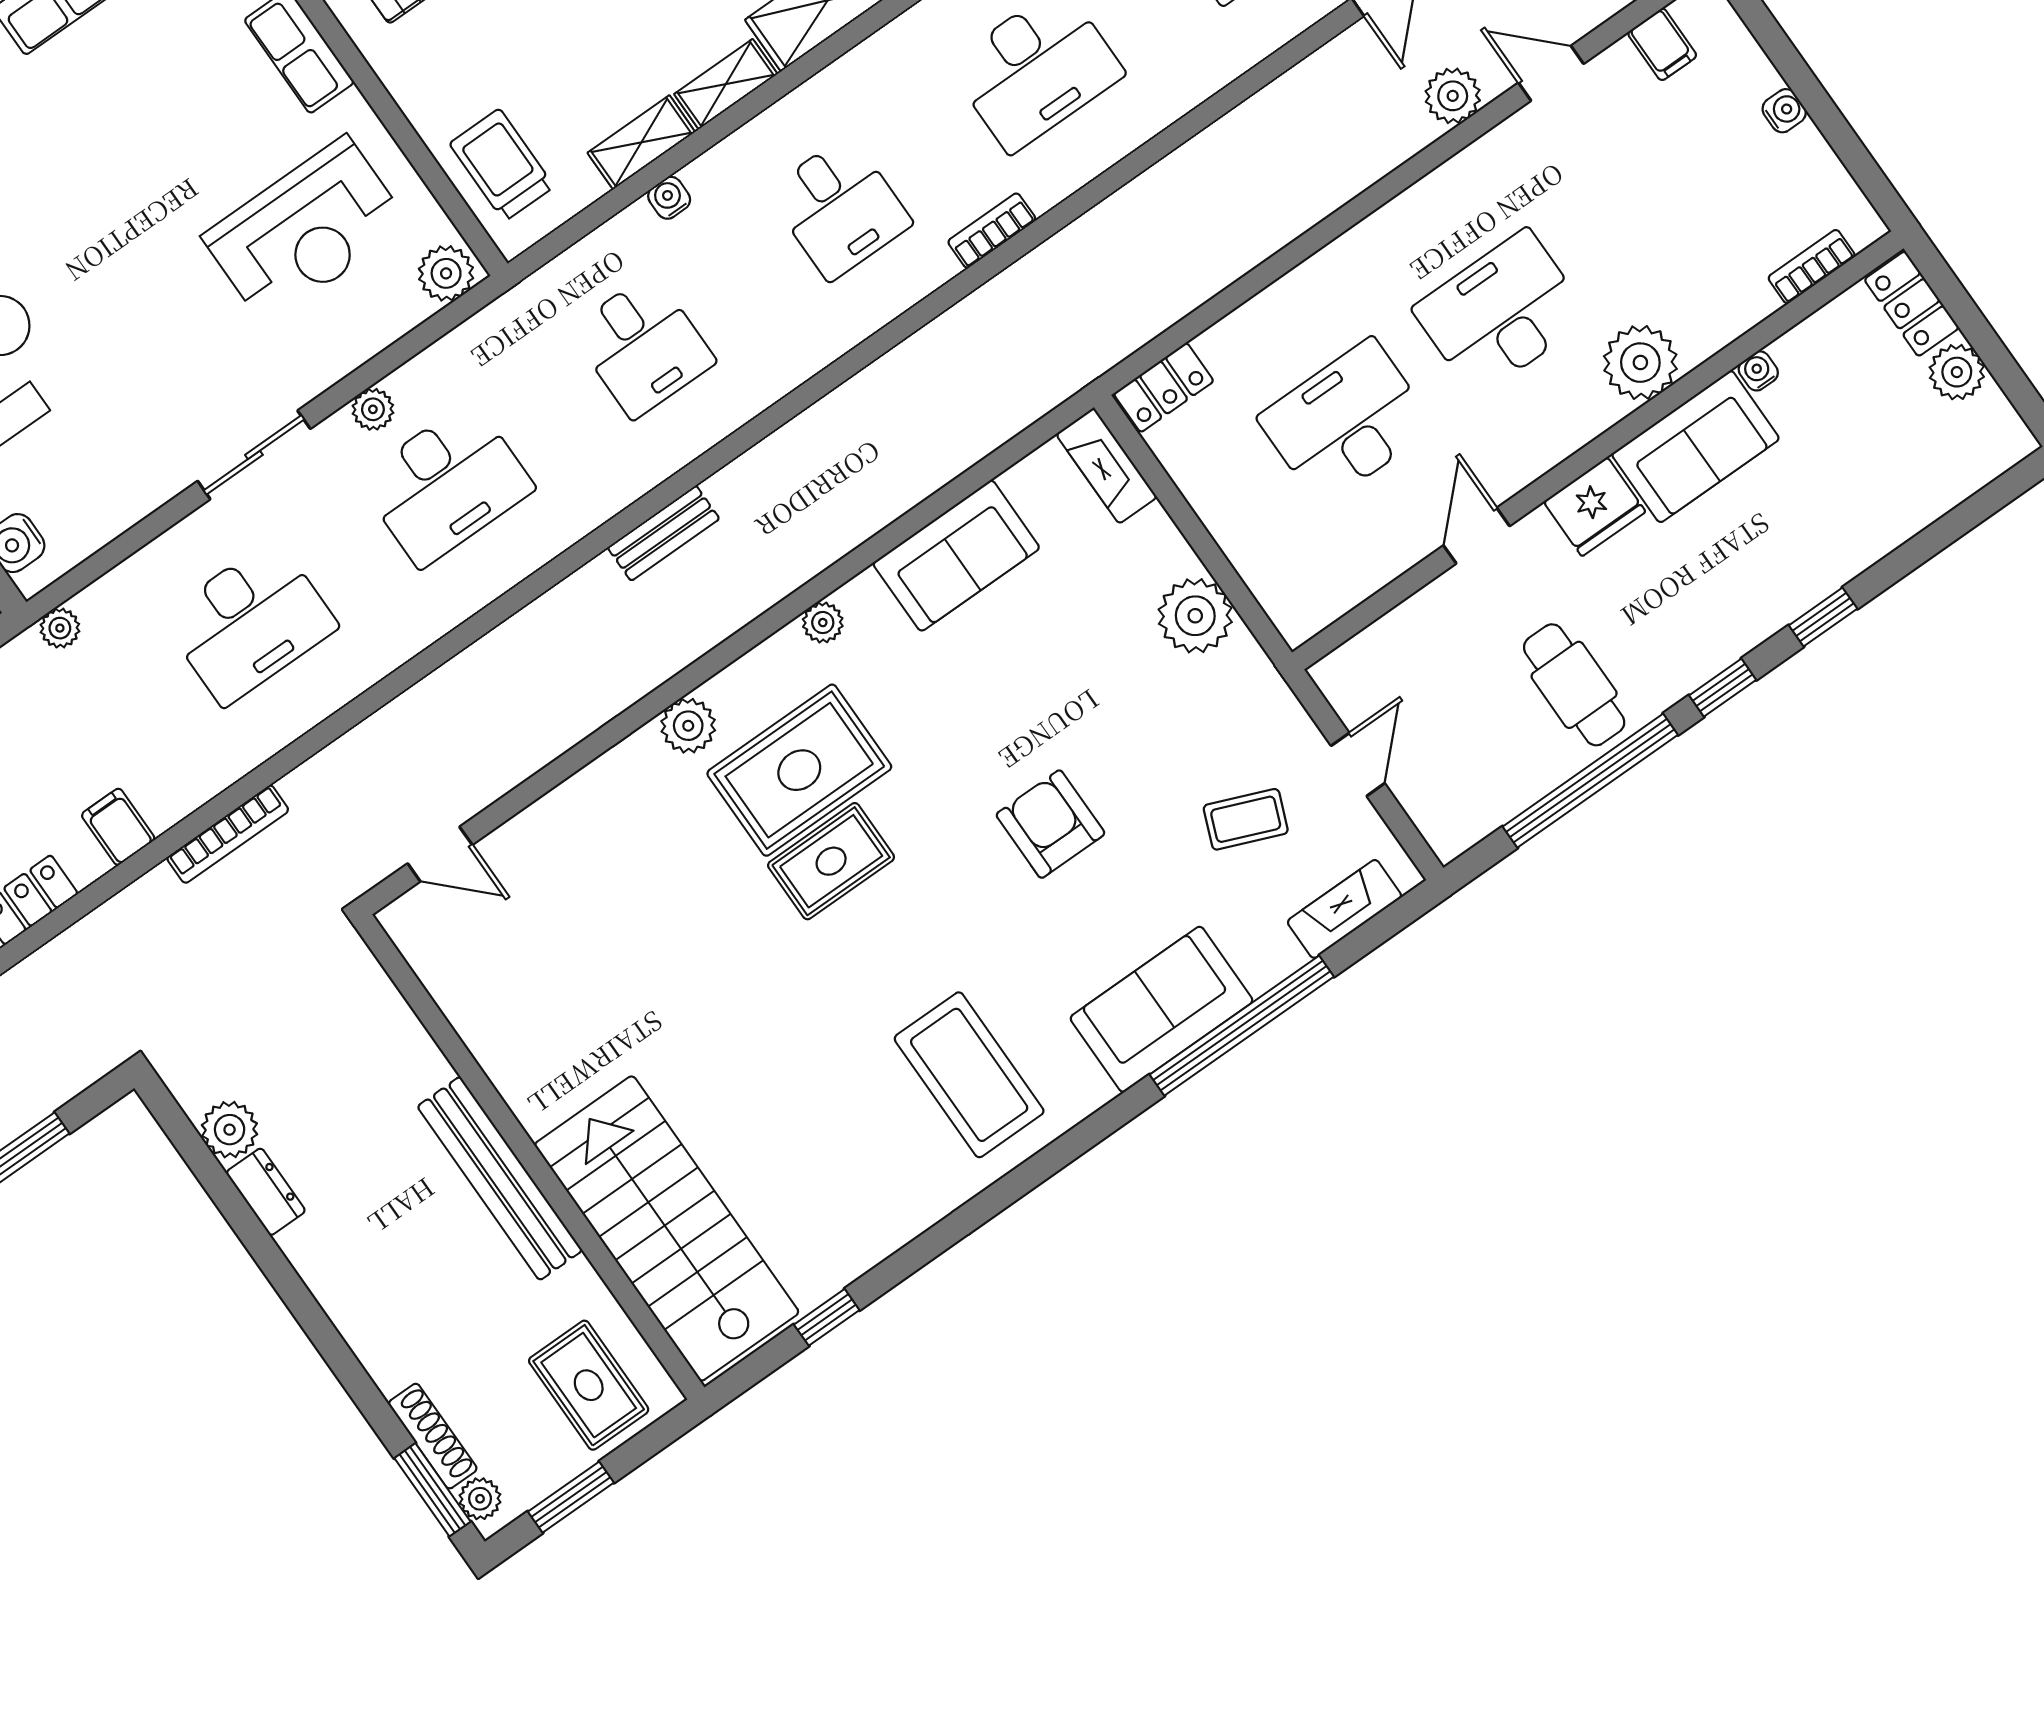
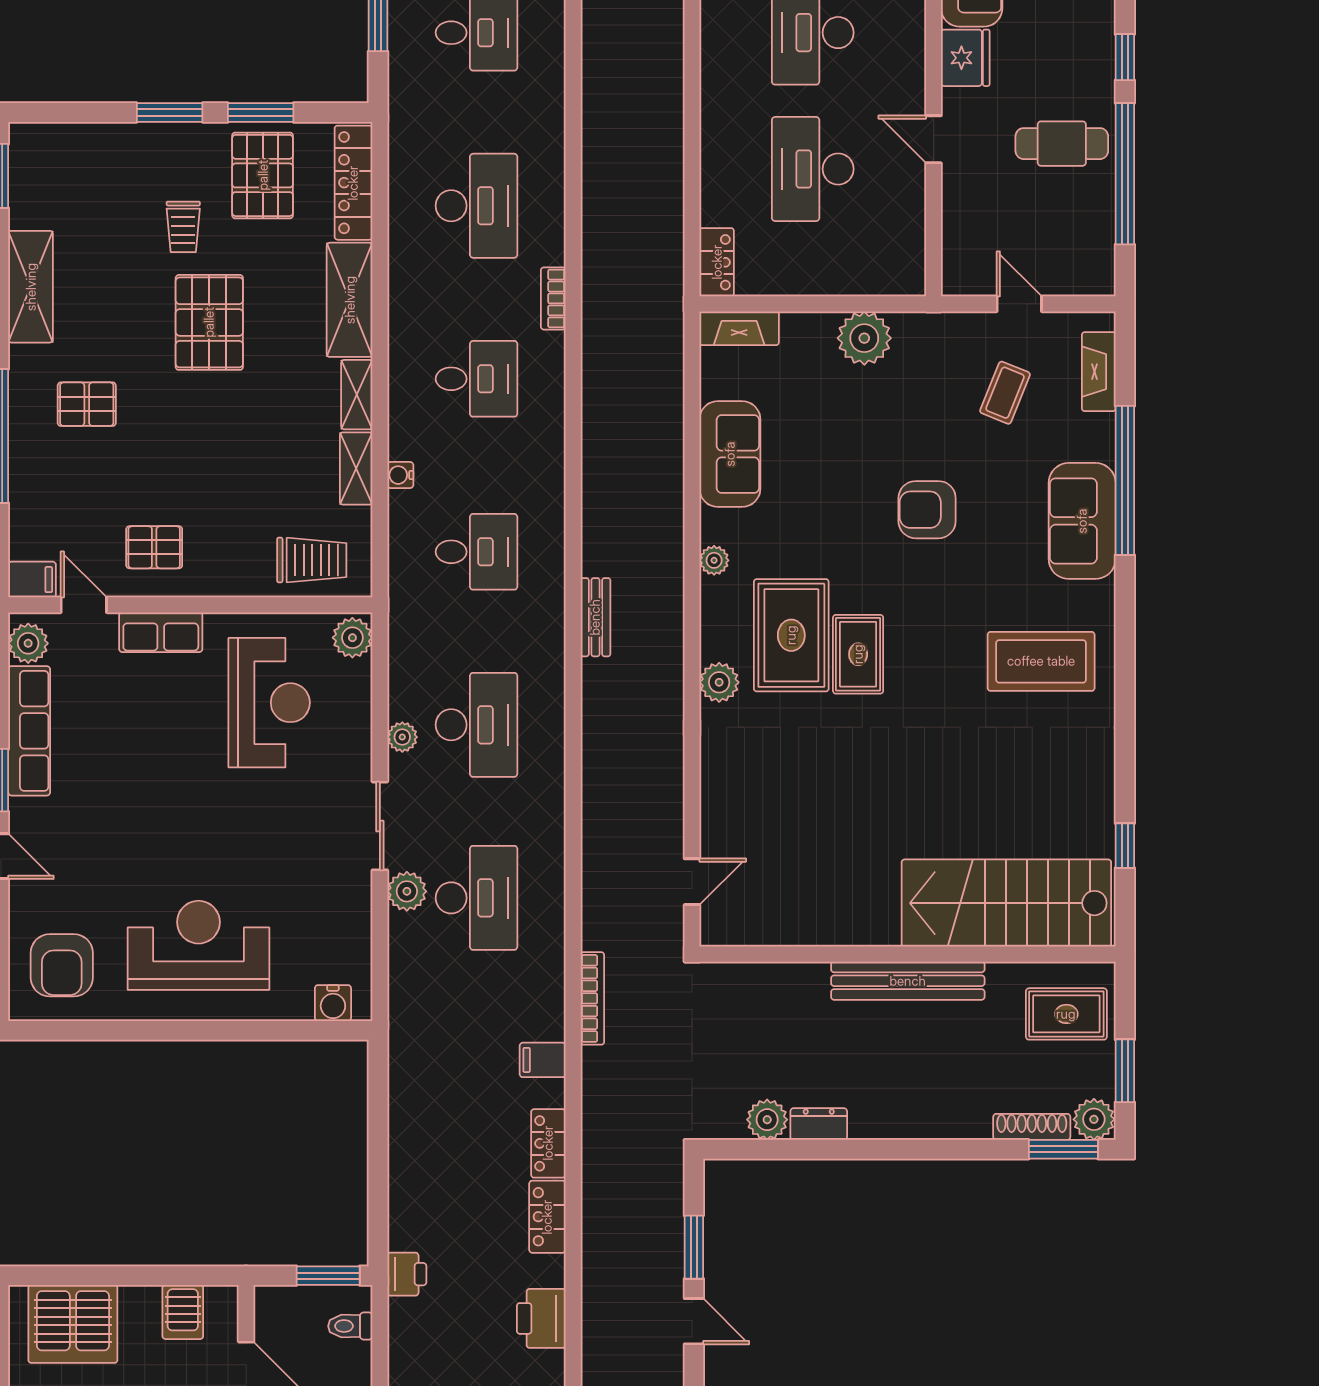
trolley: (502, 165) -> (312, 560), turned 180
plant: (60, 628) -> (407, 891), moved, width x1.38, depth x1.38
plant: (480, 1499) -> (1094, 1119), width x1.38, depth x1.38

